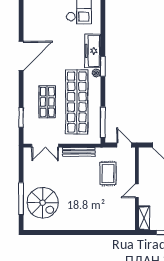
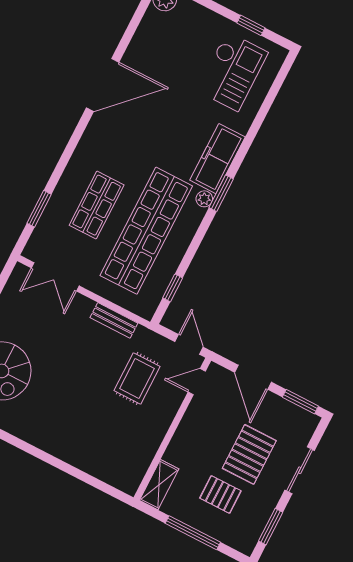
door: (21, 56) -> (103, 85), moved
window: (103, 122) -> (173, 288), width x0.46
bench: (79, 152) -> (114, 320), width x0.73
door: (137, 191) -> (197, 382), moved

